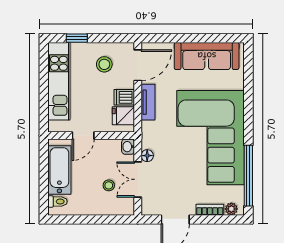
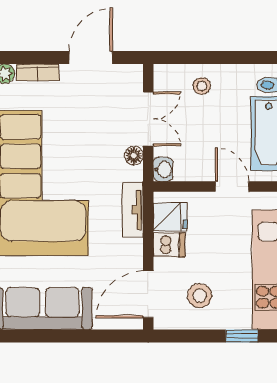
tv unit: (148, 102) -> (133, 210), moved
door: (83, 135) -> (232, 186), hinge flipped
stool: (109, 185) -> (202, 86), moved

